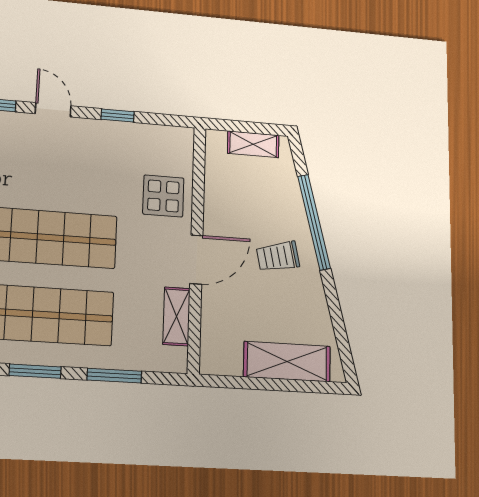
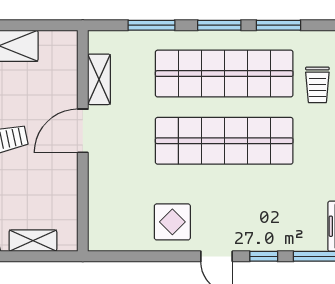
window: (118, 116) -> (159, 256), removed
display table: (163, 196) -> (172, 222), moved

